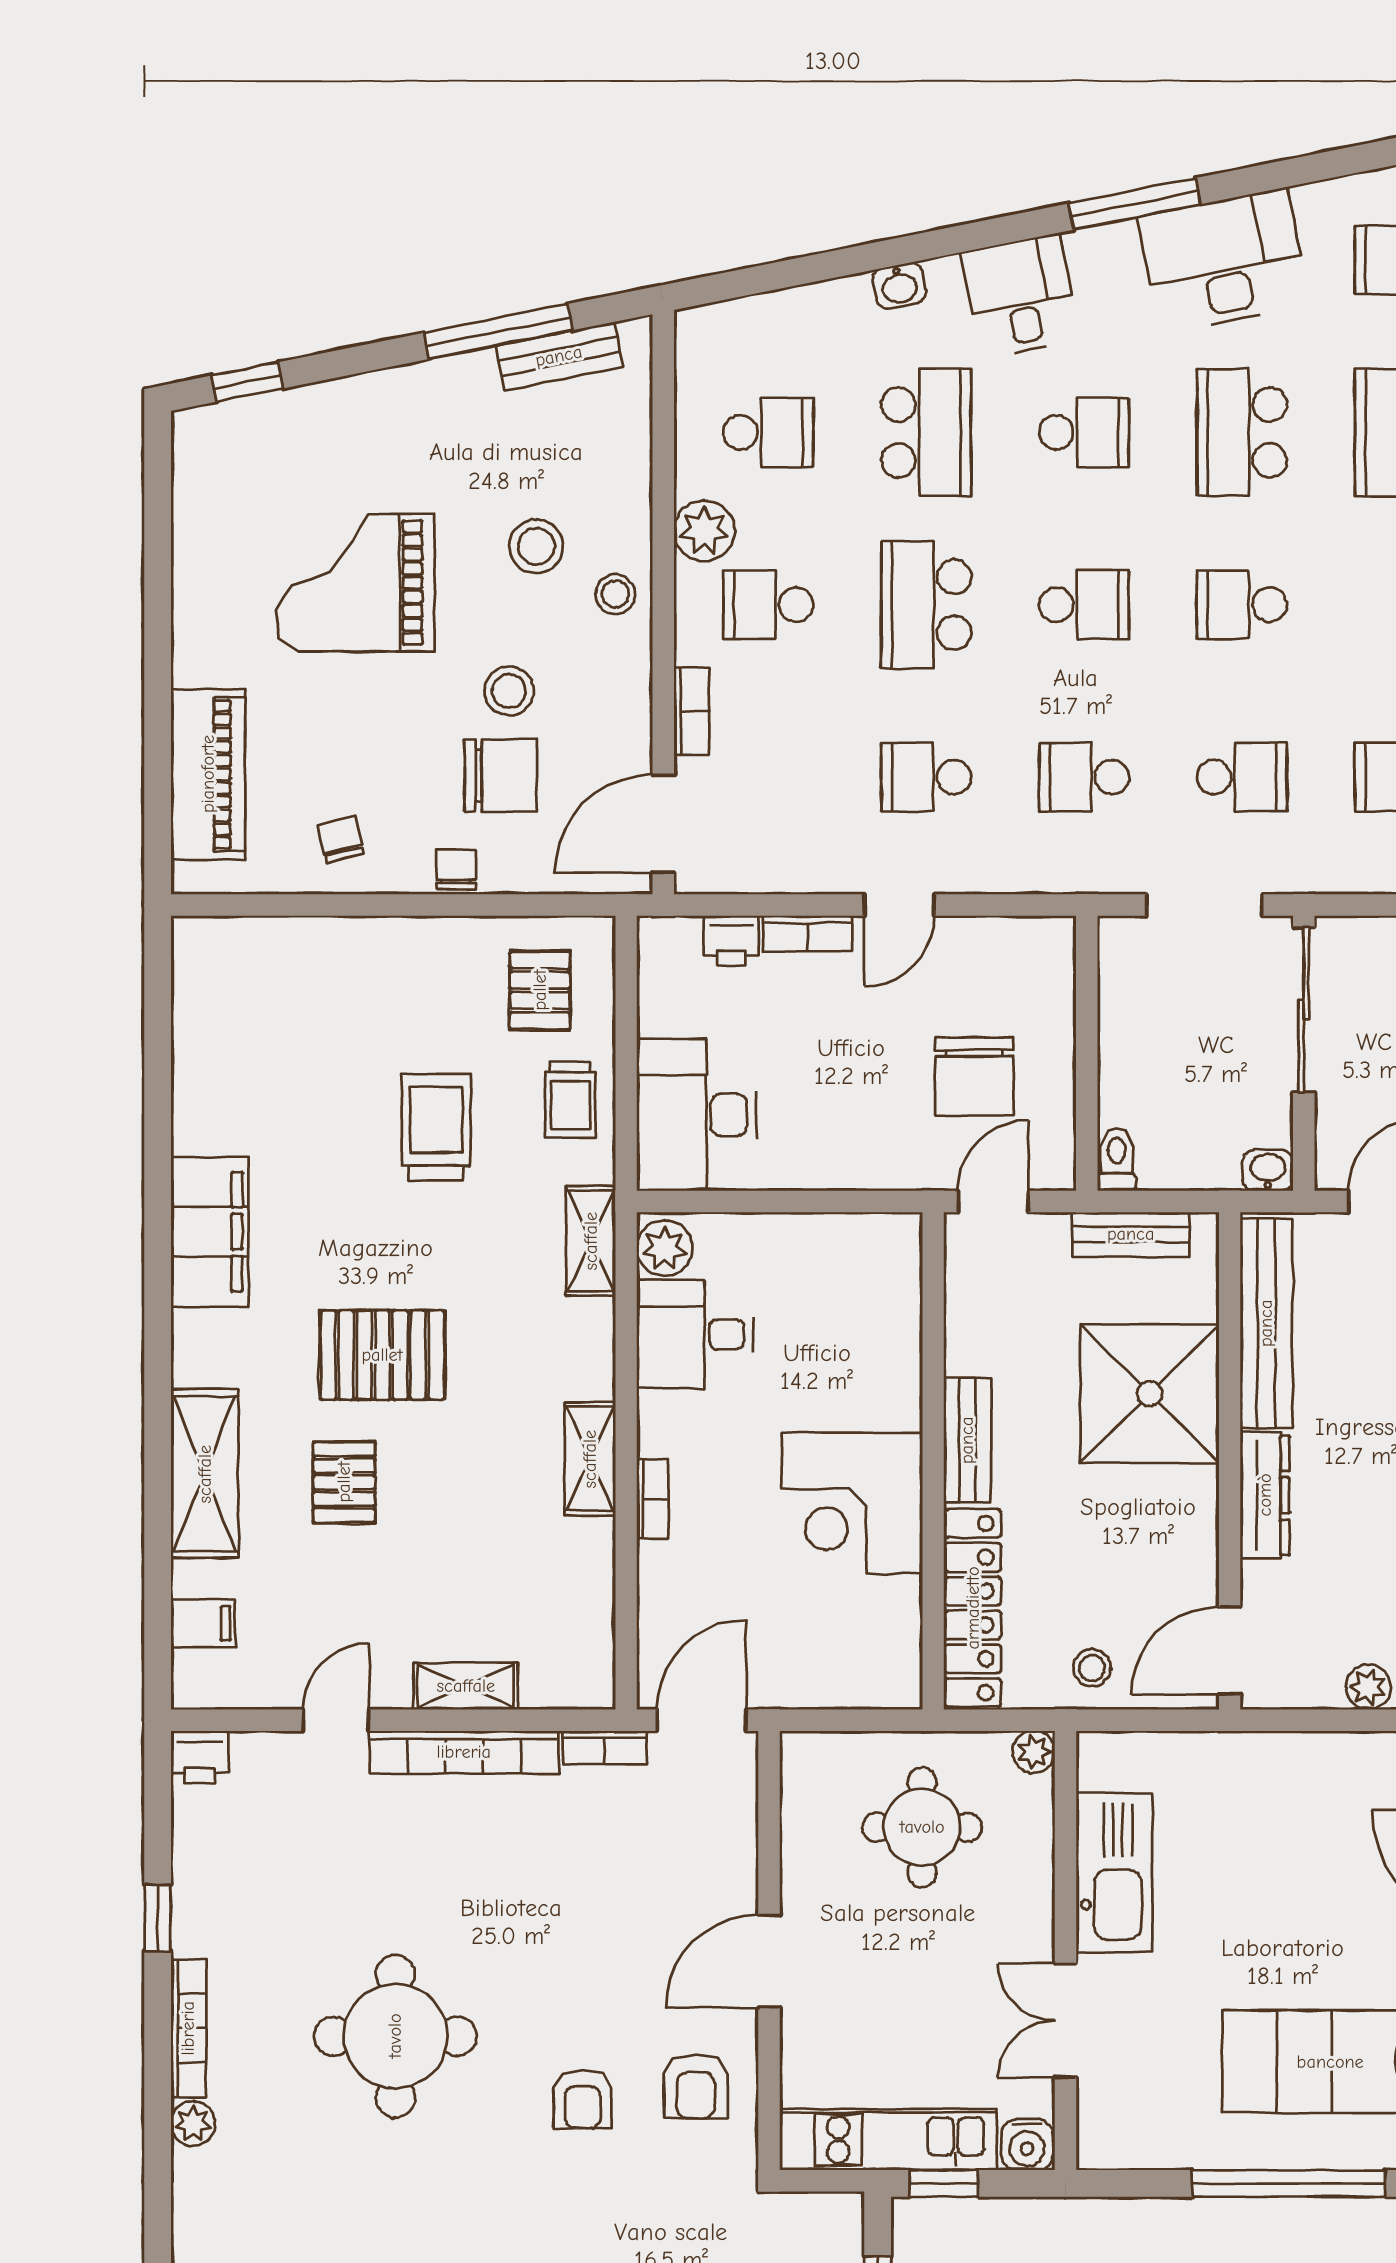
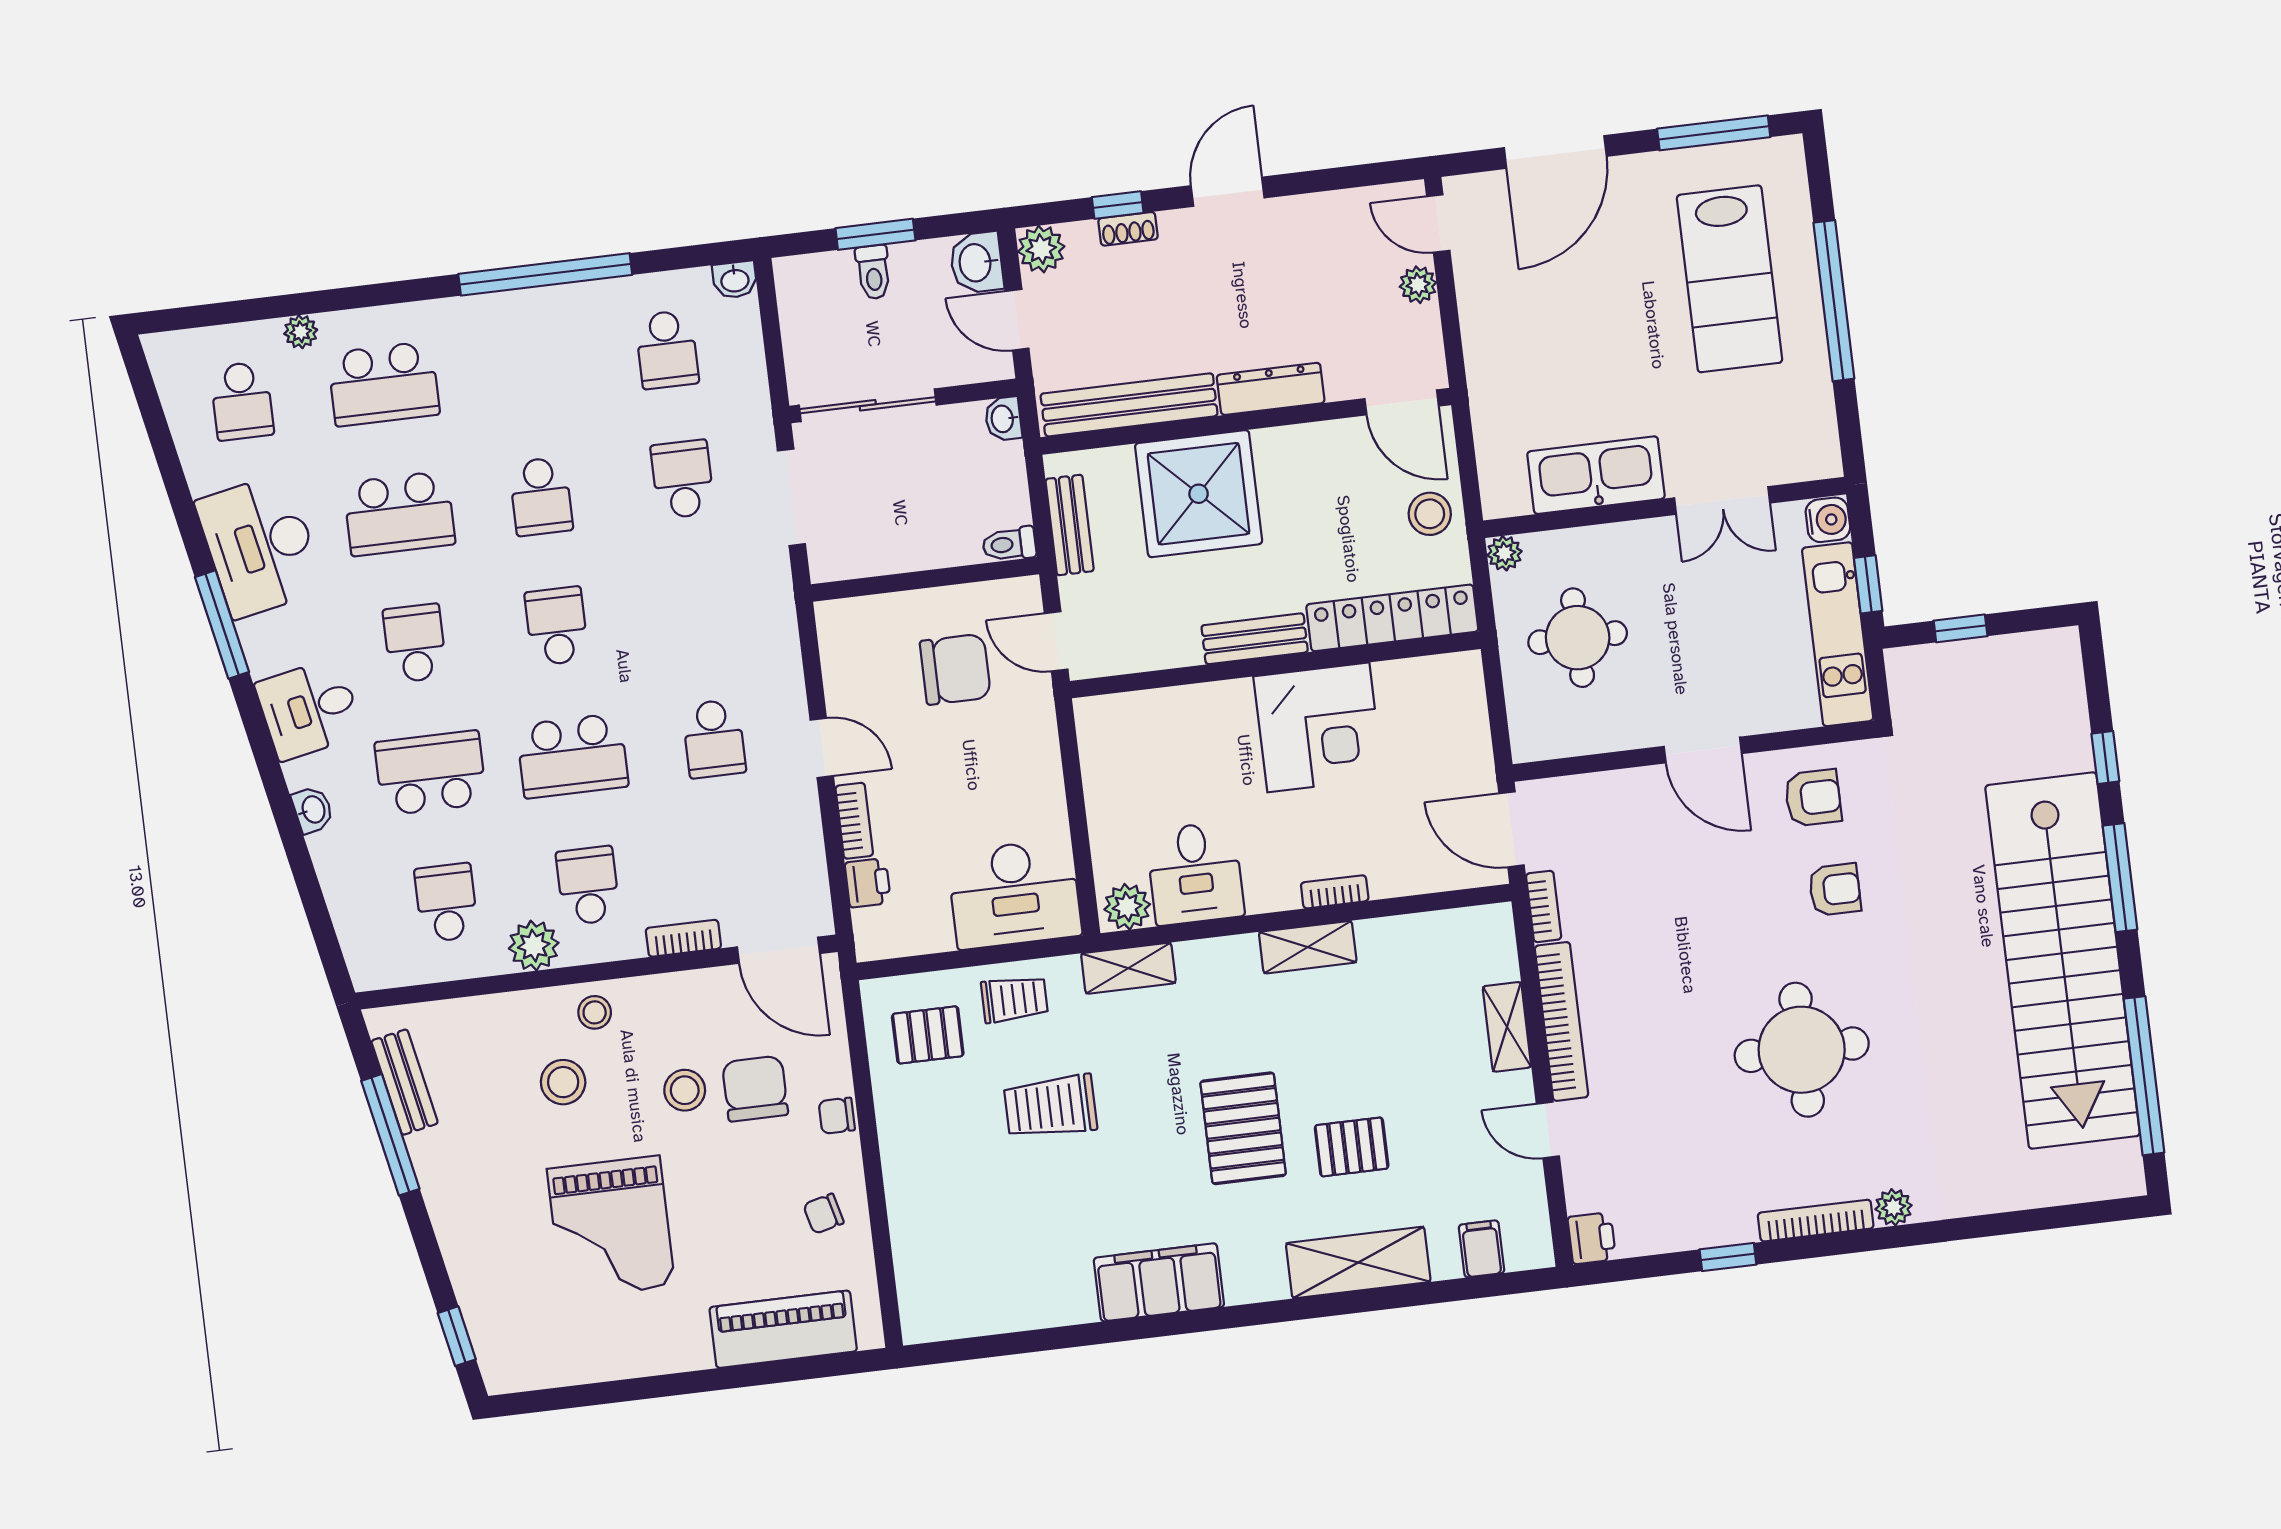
school desk: (768, 605) -> (588, 886), turned 180
school desk: (1084, 777) -> (698, 609), removed
stool: (1092, 1668) -> (1430, 514), width x1.37, depth x1.37

